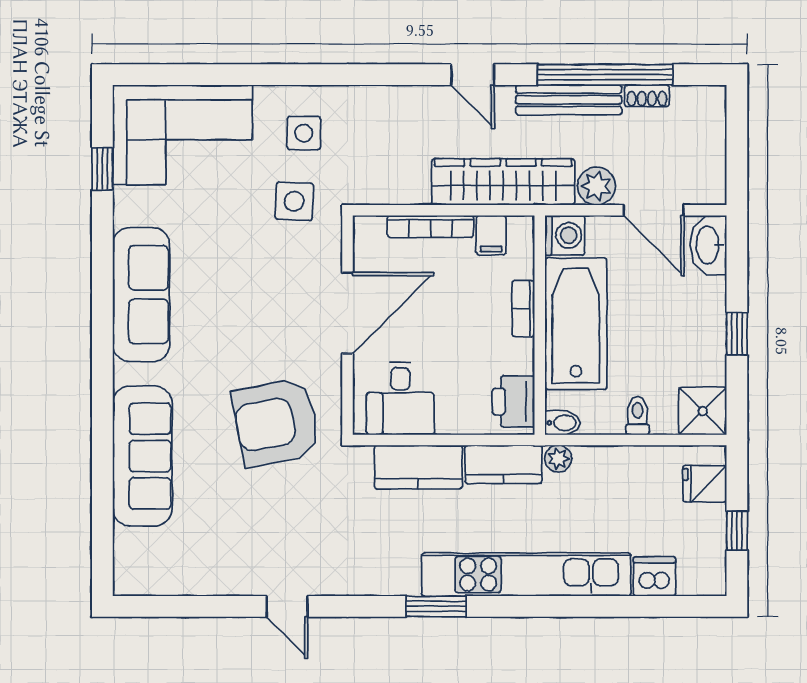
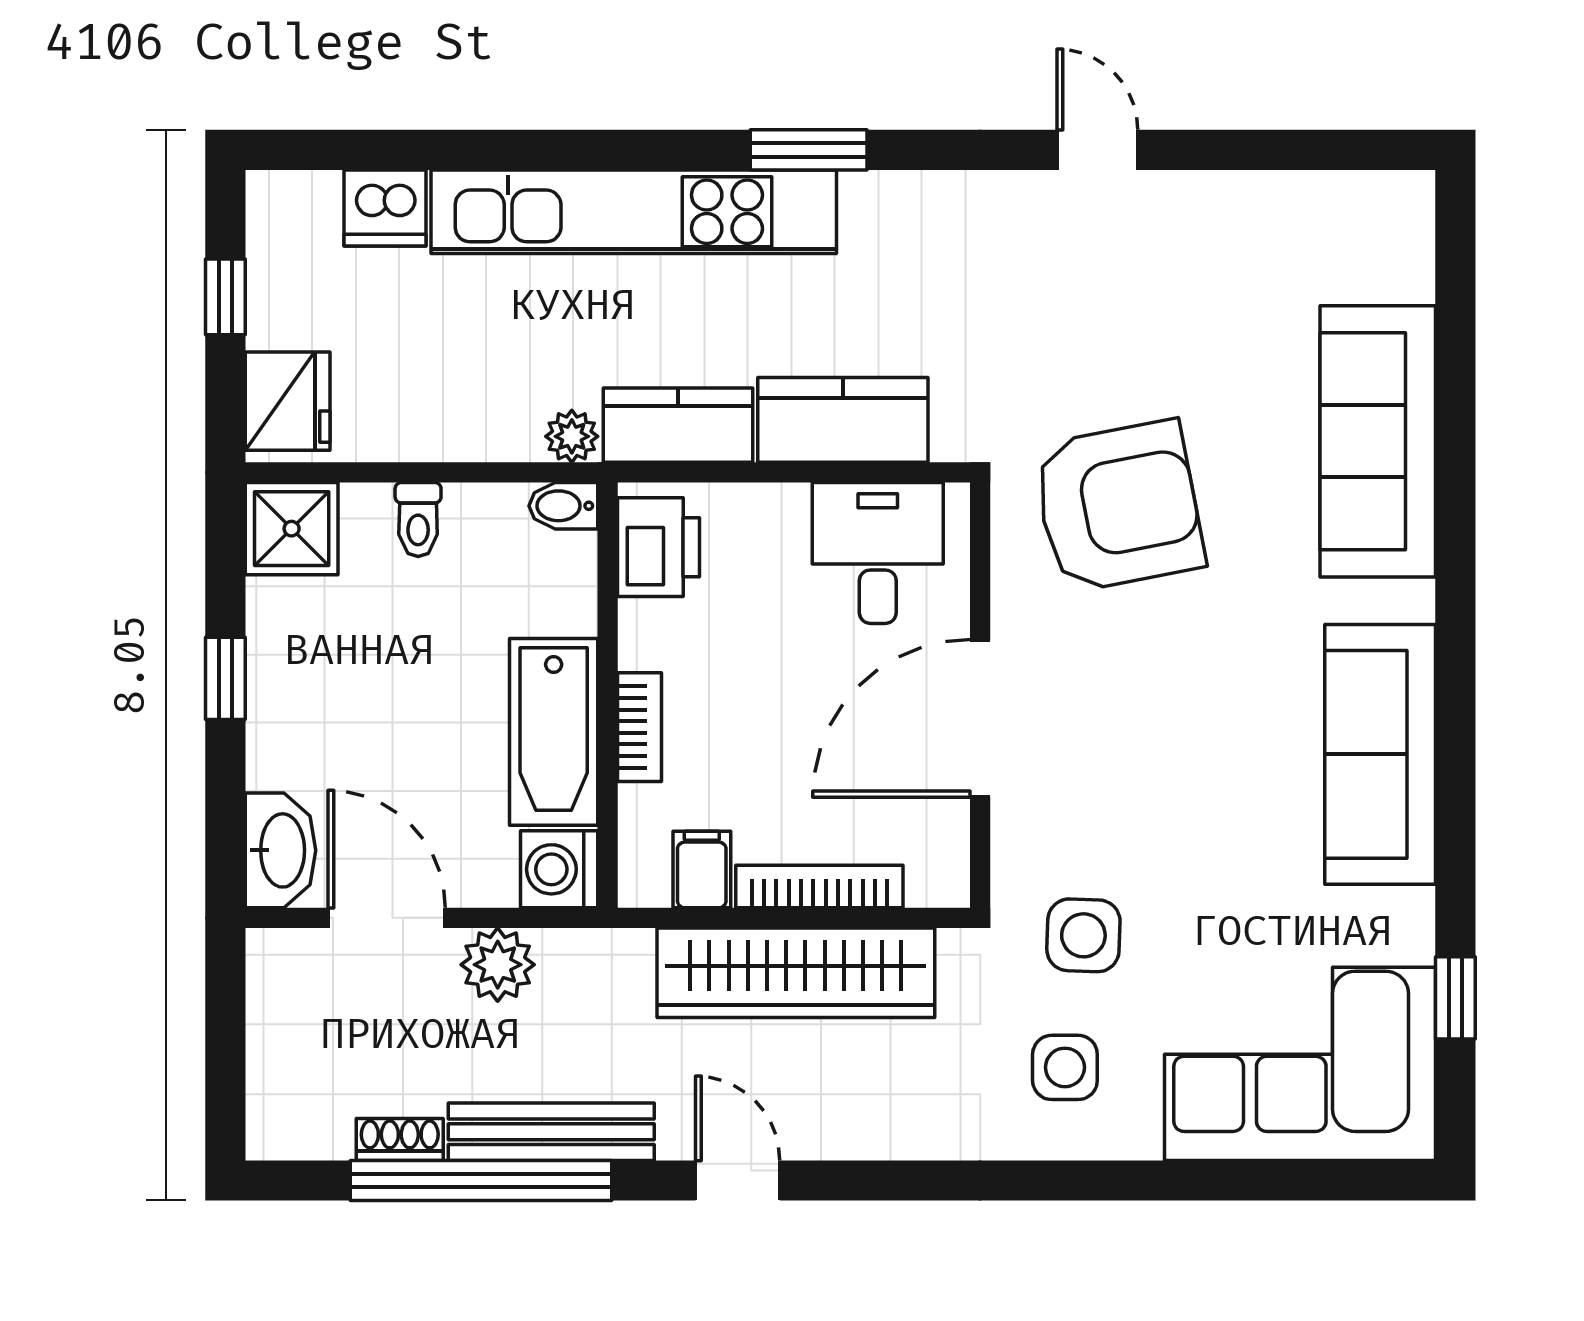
wardrobe: (503, 182) -> (796, 973), moved
bathtub: (576, 324) -> (554, 732), width x0.73, depth x0.73
fridge: (705, 484) -> (288, 401), width x1.38

